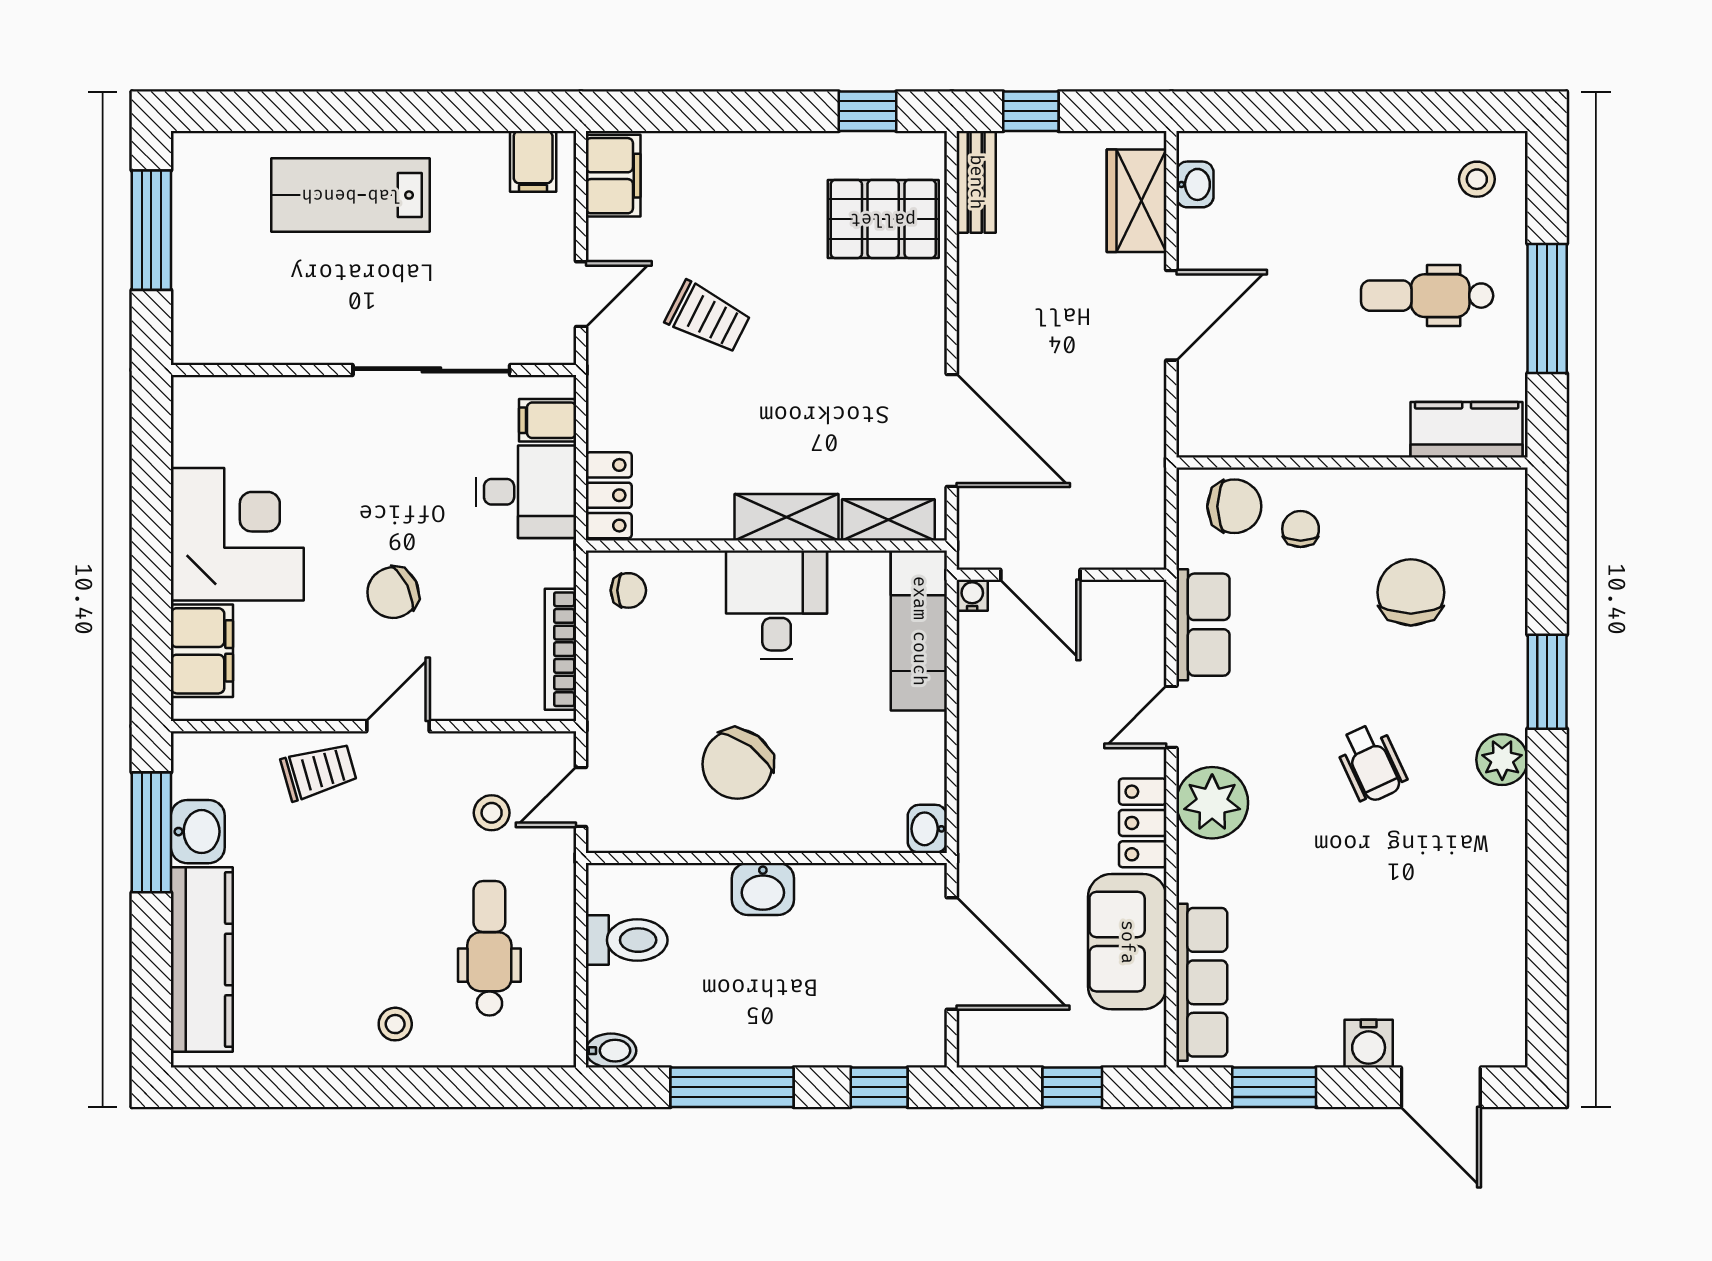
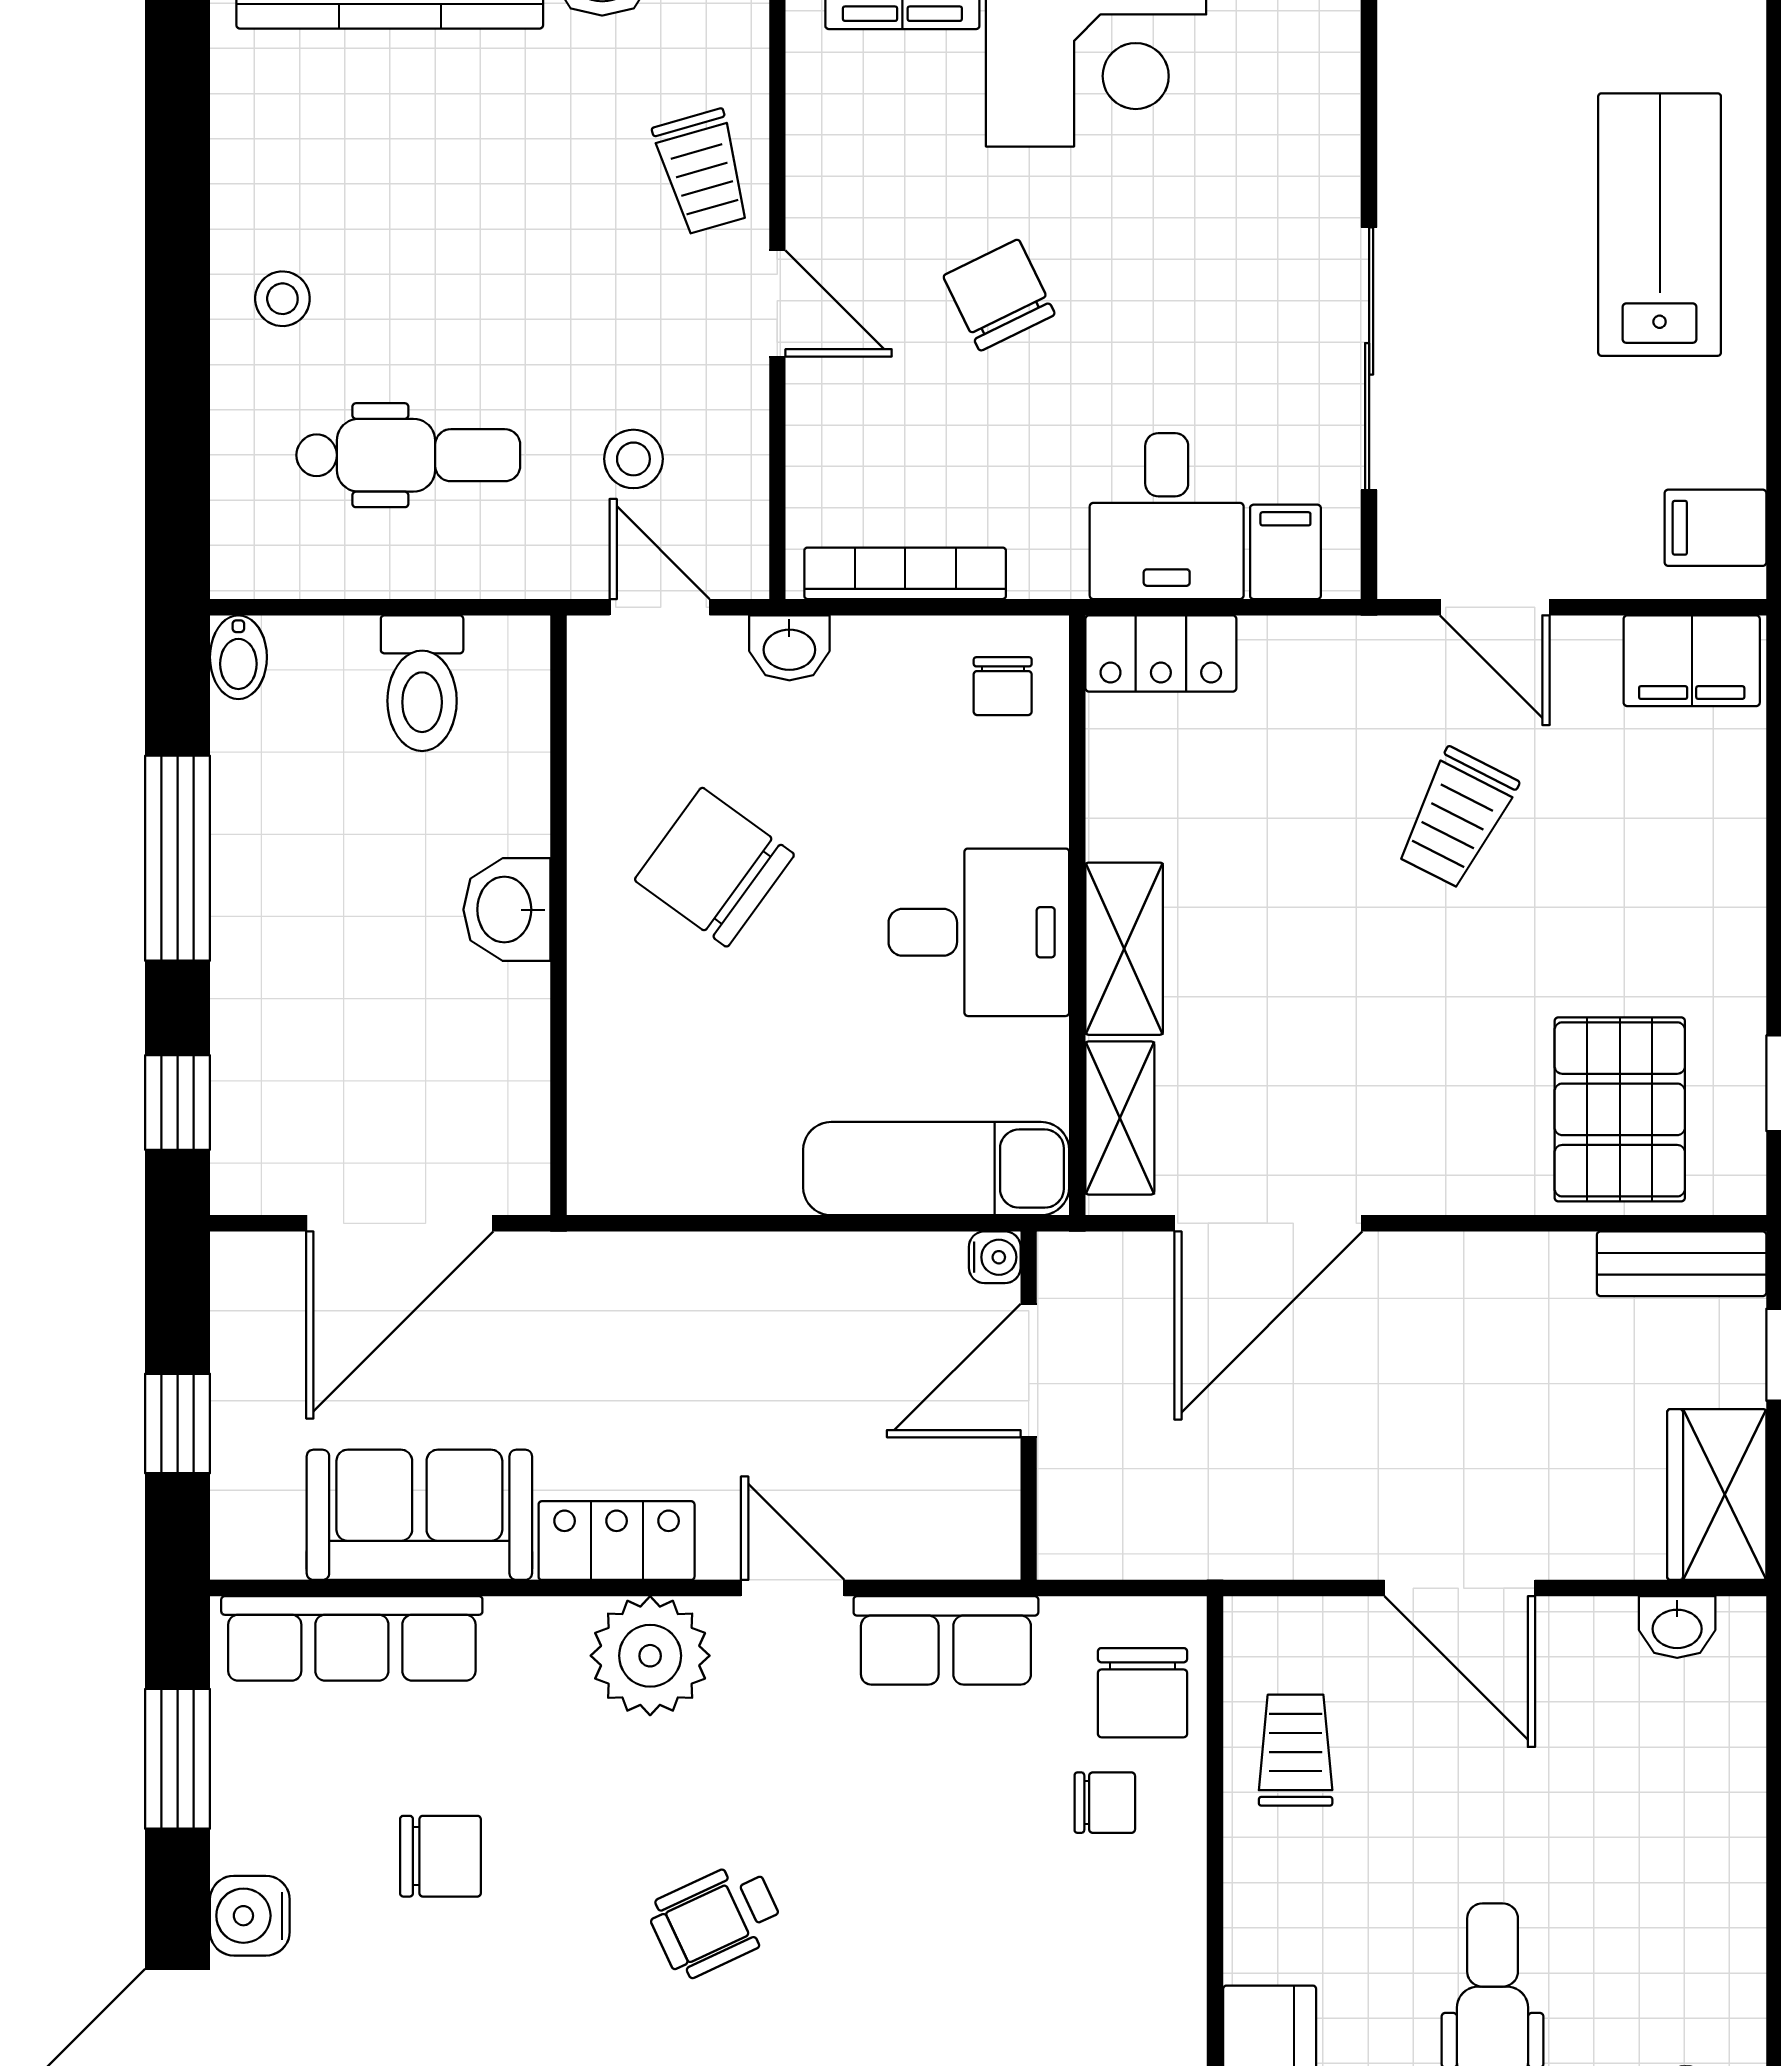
wardrobe: (1137, 201) -> (1717, 1495), moved, turned -90
trolley: (1269, 414) -> (1296, 1750), added
chair: (1411, 592) -> (440, 1856), moved, width x0.73, depth x0.73
washbasin: (927, 829) -> (789, 648), moved, turned 180

